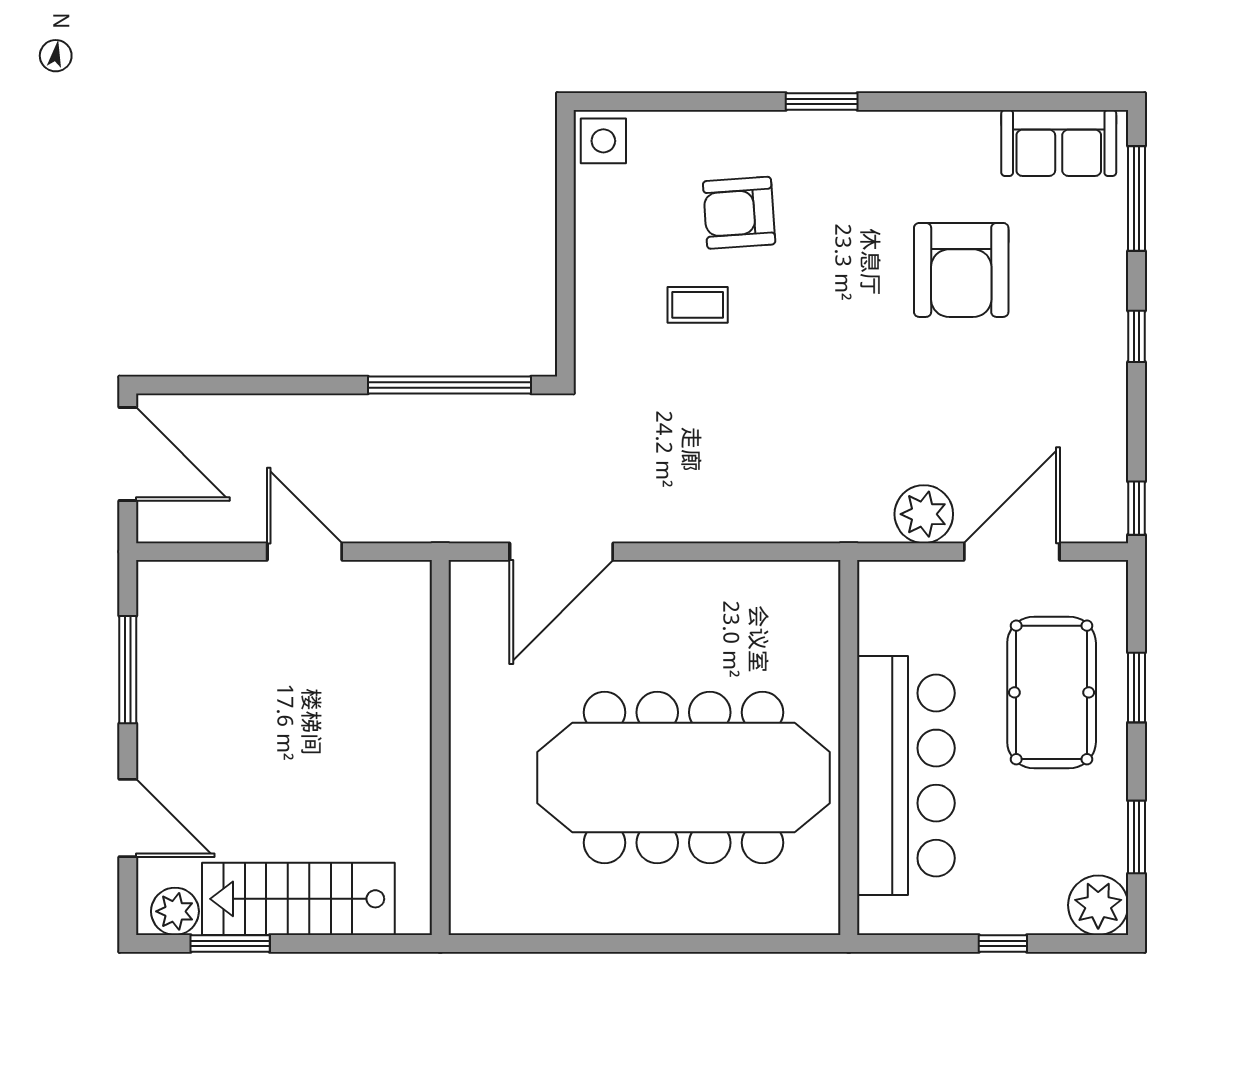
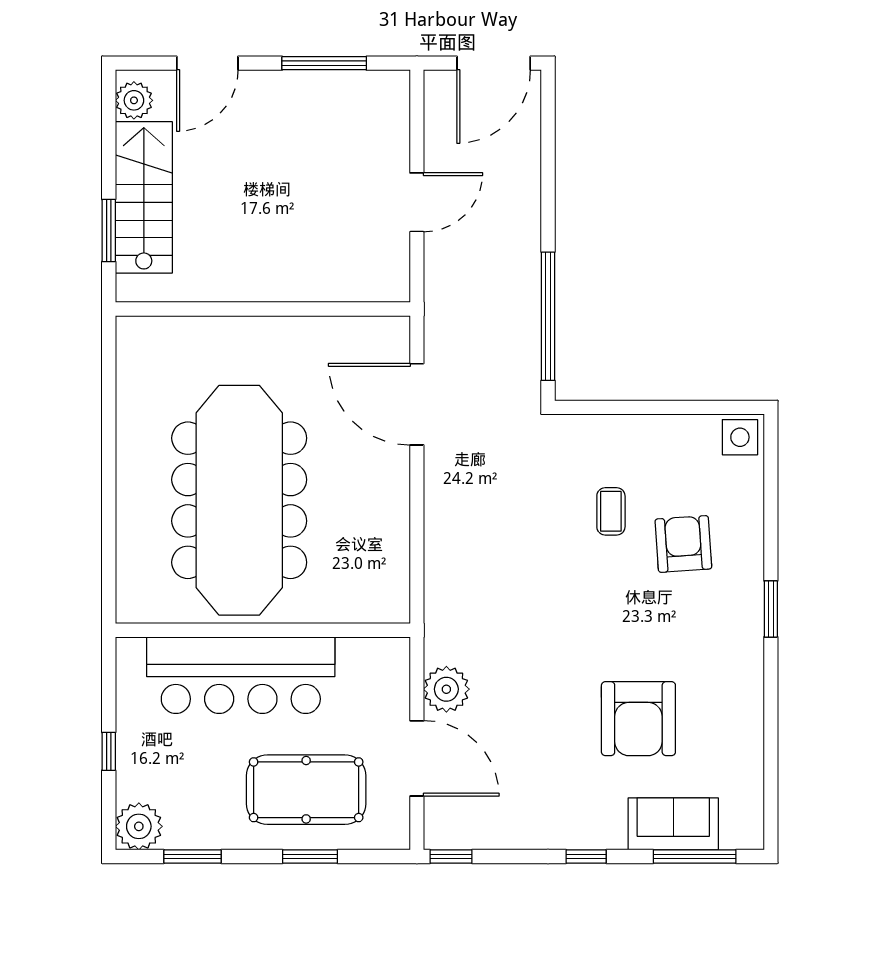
sofa: (1059, 143) -> (673, 824), moved, turned 90
armchair: (961, 270) -> (638, 719), turned -90
window: (230, 943) -> (109, 230), moved

